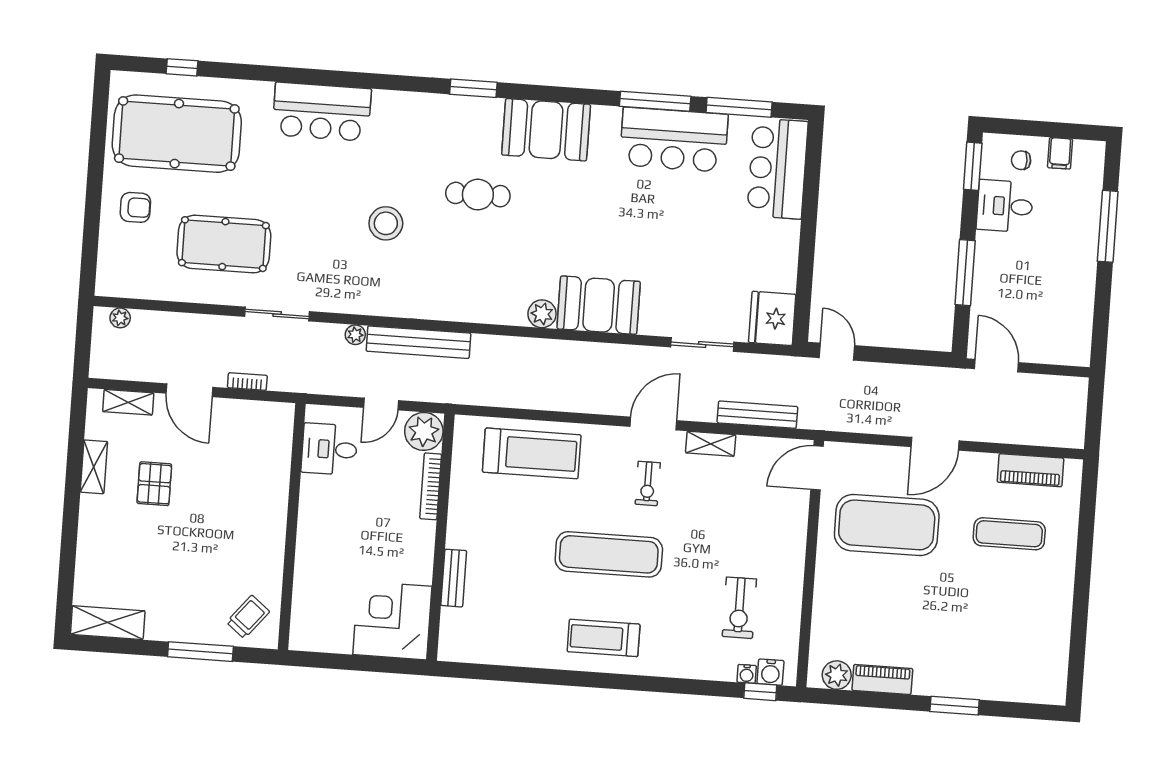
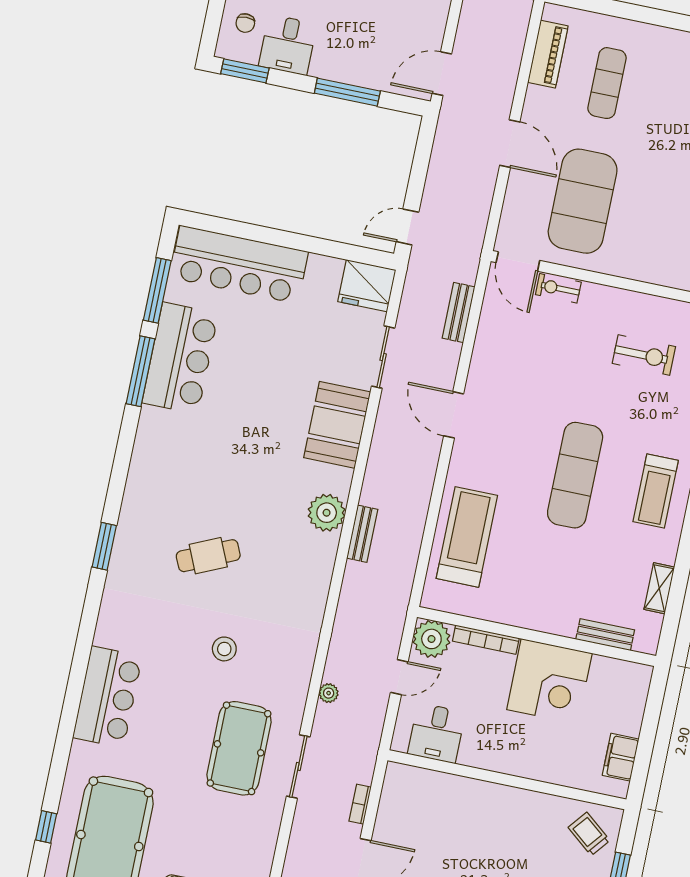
booth: (546, 130) -> (154, 481), removed
bar counter: (778, 168) -> (239, 265), width x1.36
cafe table: (478, 195) -> (208, 556), turned 66
stool: (386, 223) -> (224, 649), width x0.73, depth x0.73
pool table: (224, 244) -> (239, 748), moved
booth: (599, 305) -> (337, 425), moved
plant: (542, 314) -> (327, 513), width x1.36, depth x1.36
bench: (418, 342) -> (362, 534), moved, width x0.54, depth x0.82
door: (381, 404) -> (399, 677), hinge flipped
bench: (757, 415) -> (459, 312), width x0.73
shelving: (711, 444) -> (659, 588), moved
exercise bike: (648, 484) -> (558, 288), moved, turned 180
bench: (454, 578) -> (605, 635), moved
corner desk: (392, 620) -> (549, 681), moved, turned -90
filing cabinet: (330, 638) -> (621, 757), added

